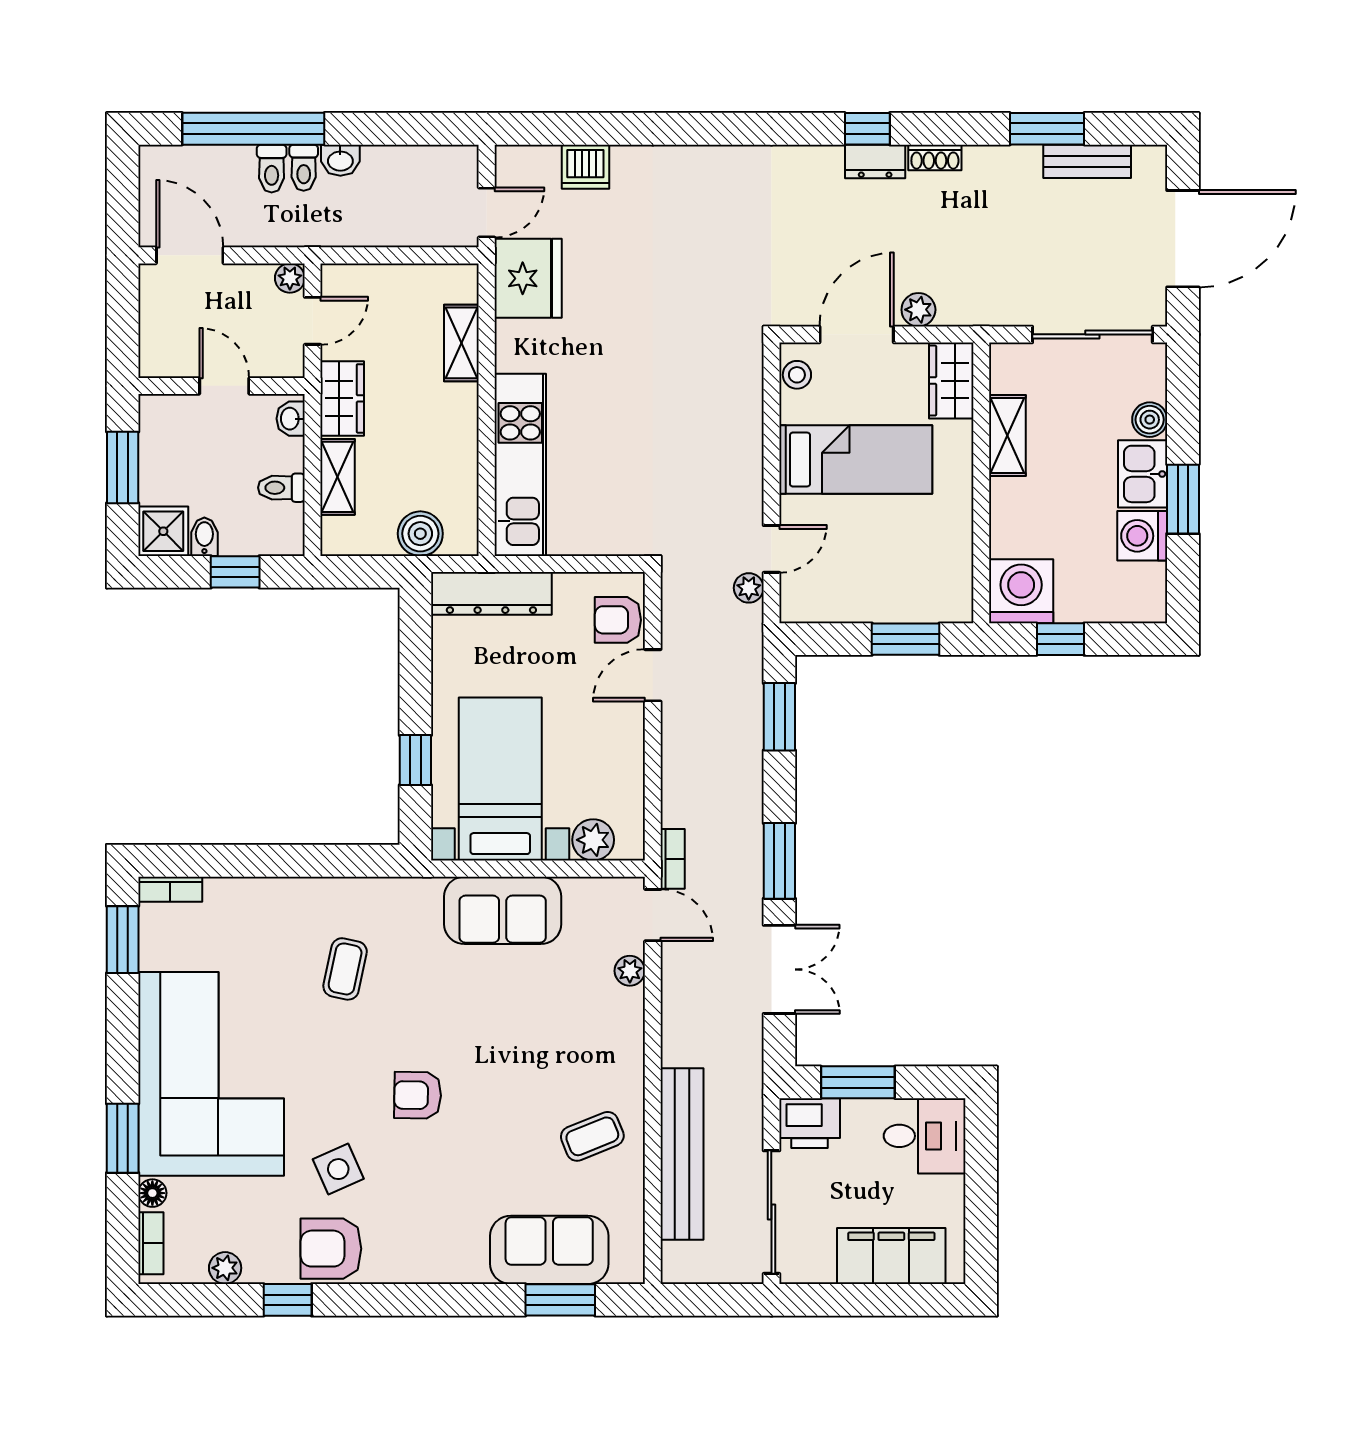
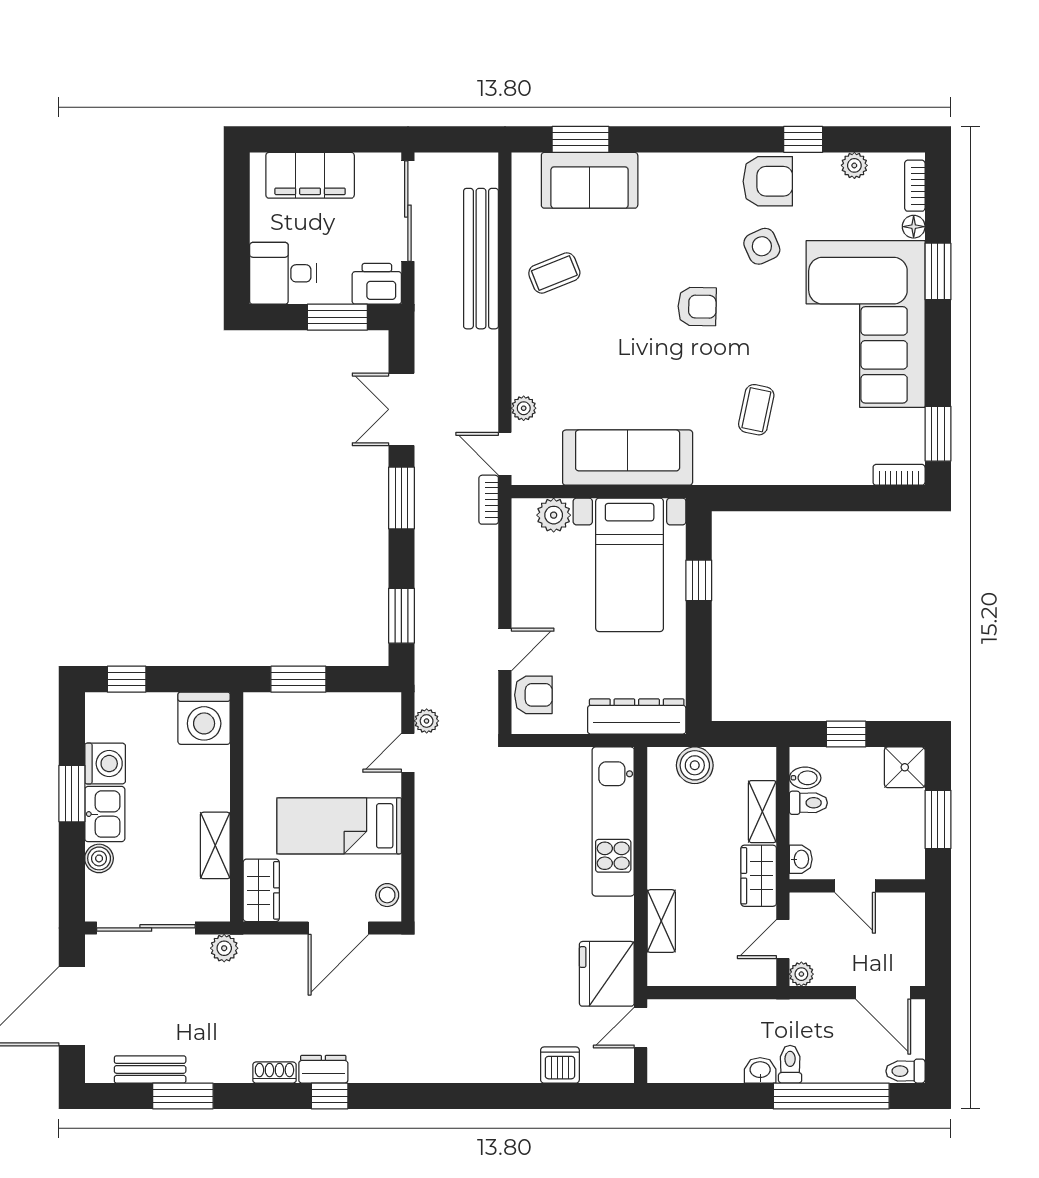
toilet: (272, 169) -> (905, 1071), moved, turned -90
plant: (918, 310) -> (224, 948), moved
bidet: (204, 537) -> (805, 778), moved, turned -90
window: (1060, 639) -> (127, 679), moved
sofa: (503, 910) -> (628, 458), width x1.36

